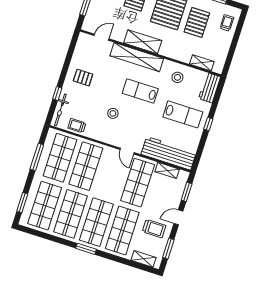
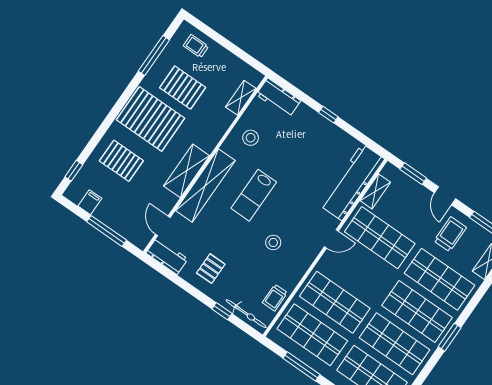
workbench: (83, 46) -> (167, 256), added
lab bench: (183, 114) -> (304, 146), removed

